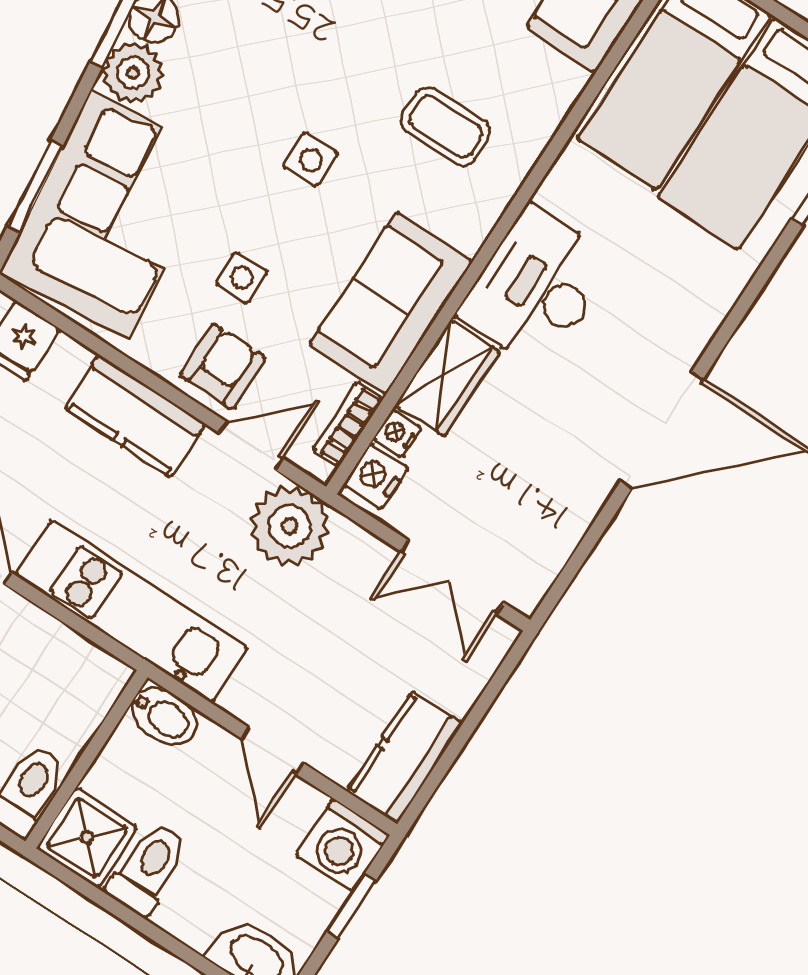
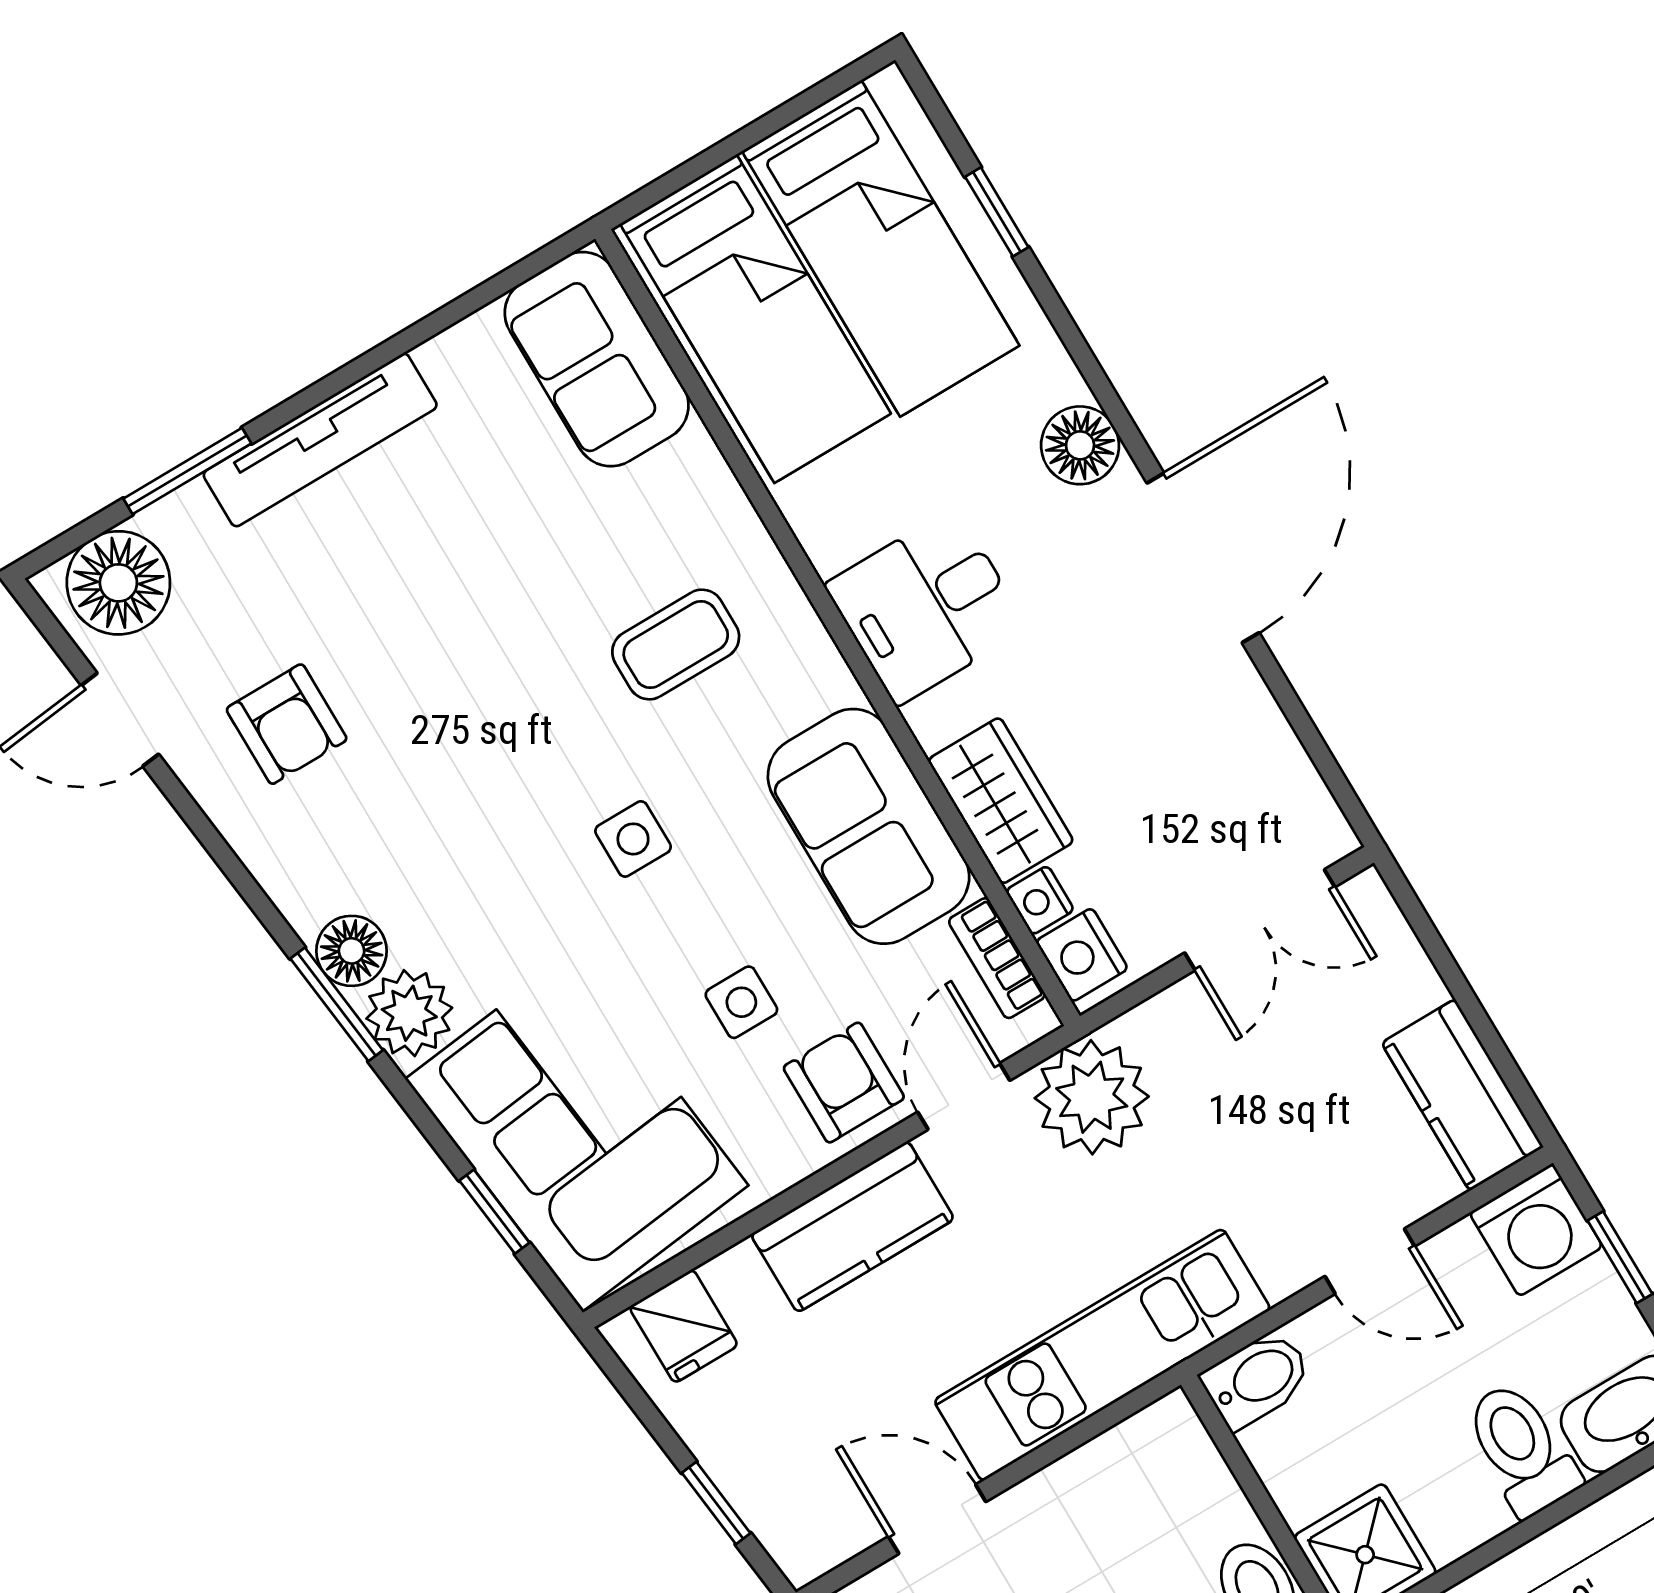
window: (35, 187) -> (494, 1212), width x0.67
desk: (536, 288) -> (926, 607), width x0.73
floor lamp: (694, 319) -> (1080, 445), added
toilet: (148, 868) -> (1521, 1449), moved

